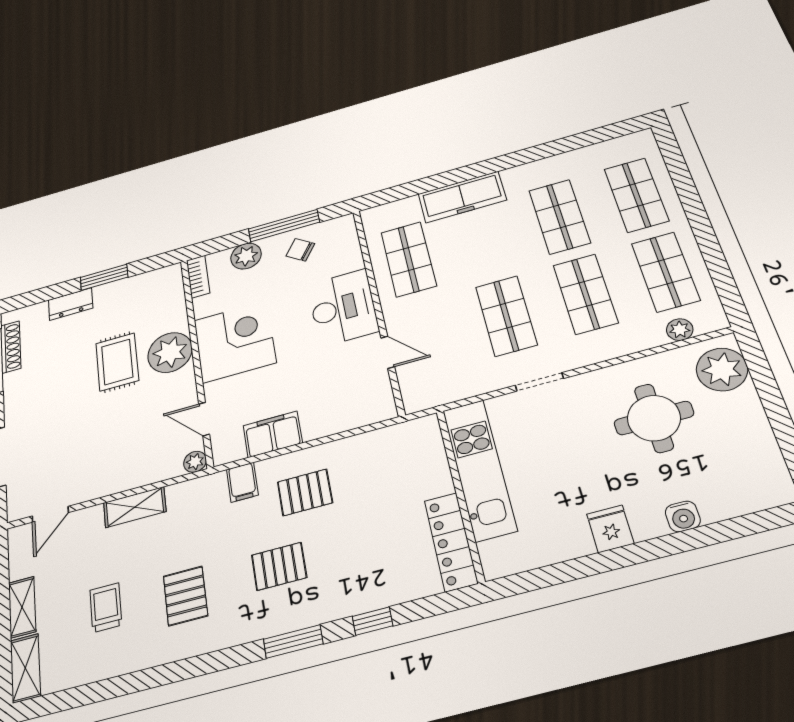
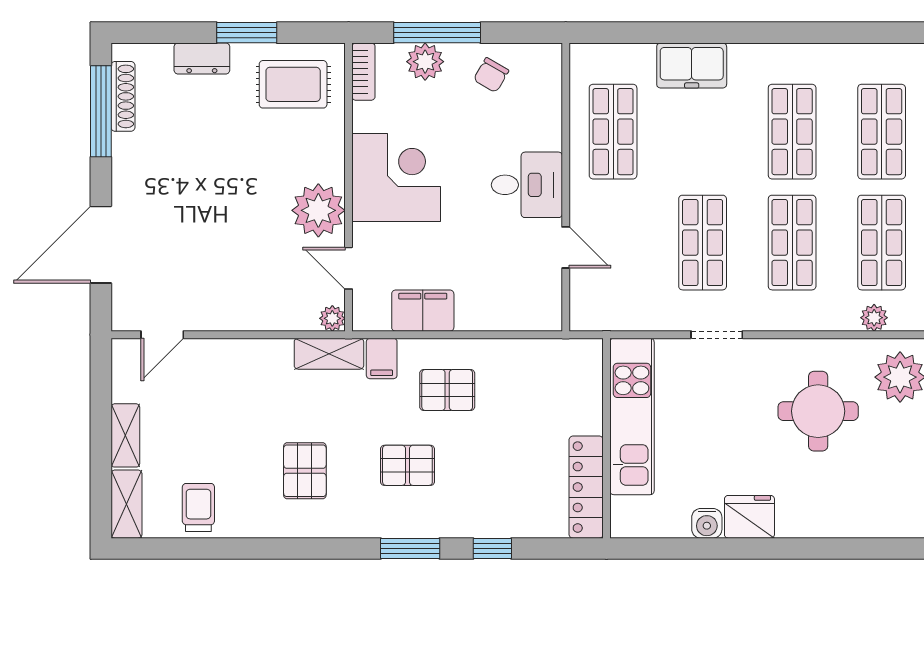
freezer: (462, 197) -> (692, 66), width x0.71
window: (284, 226) -> (437, 33), moved
chair: (300, 250) -> (491, 75), turned -95
desk: (343, 308) -> (527, 185), width x0.73
plant: (170, 352) -> (318, 210), moved
rug: (117, 362) -> (293, 84), moved, turned 90
shelving: (135, 507) -> (329, 354), moved
water cooler: (683, 516) -> (707, 523), moved
fridge: (610, 529) -> (749, 517), width x1.38
trolley: (106, 607) -> (198, 507), moved

